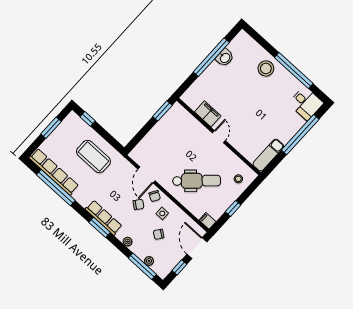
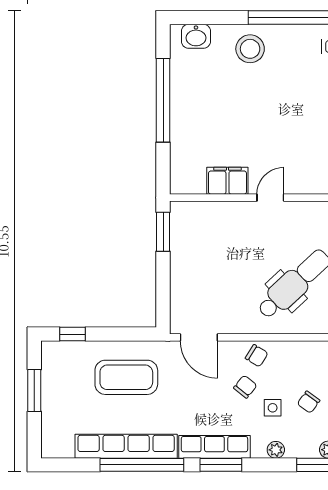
washbasin: (225, 58) -> (196, 36), moved, turned 90
door: (219, 137) -> (270, 198), hinge flipped
row of seats: (54, 172) -> (126, 446), moved
door: (147, 175) -> (199, 337), moved
window: (56, 188) -> (142, 465), moved
side table: (162, 213) -> (273, 408), moved

